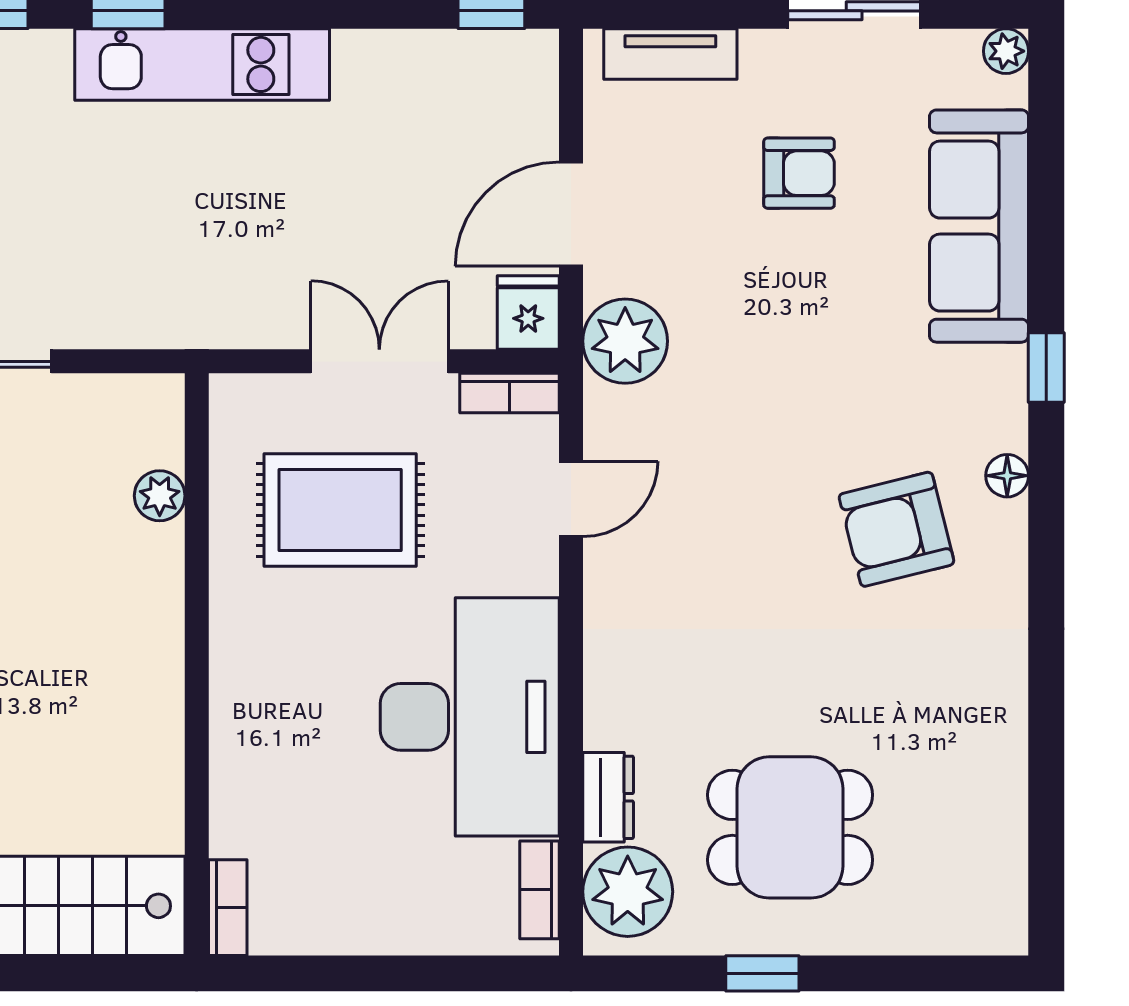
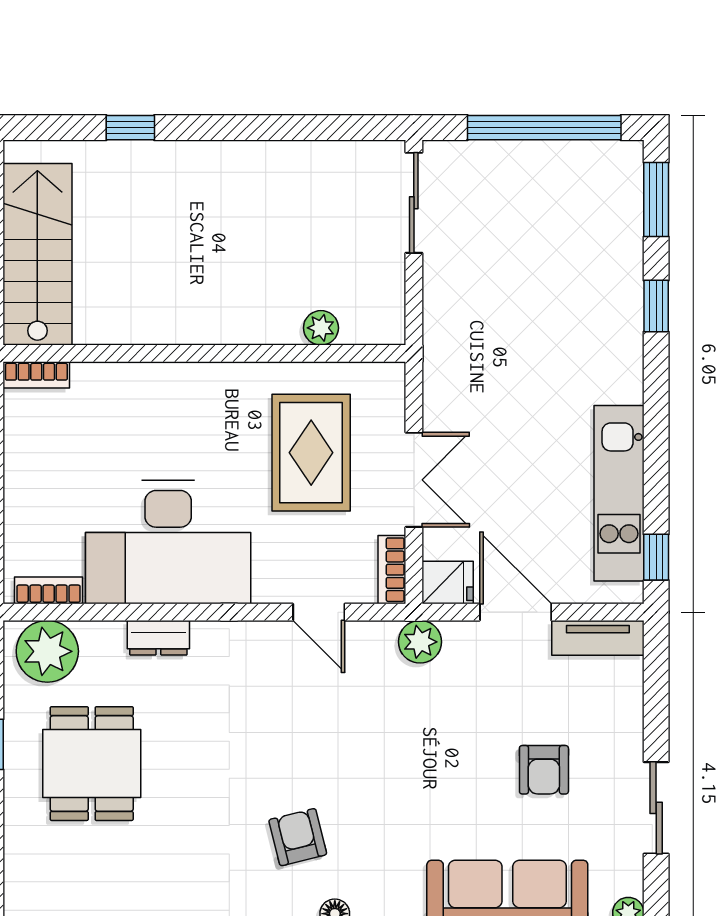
tv unit: (670, 54) -> (598, 638), moved, turned -90
kitchen unit: (202, 64) -> (619, 493), moved
plant: (625, 341) -> (420, 642), width x0.73, depth x0.73
armchair: (896, 529) -> (298, 837), width x0.72, depth x0.72
dresser: (608, 797) -> (158, 638), moved

